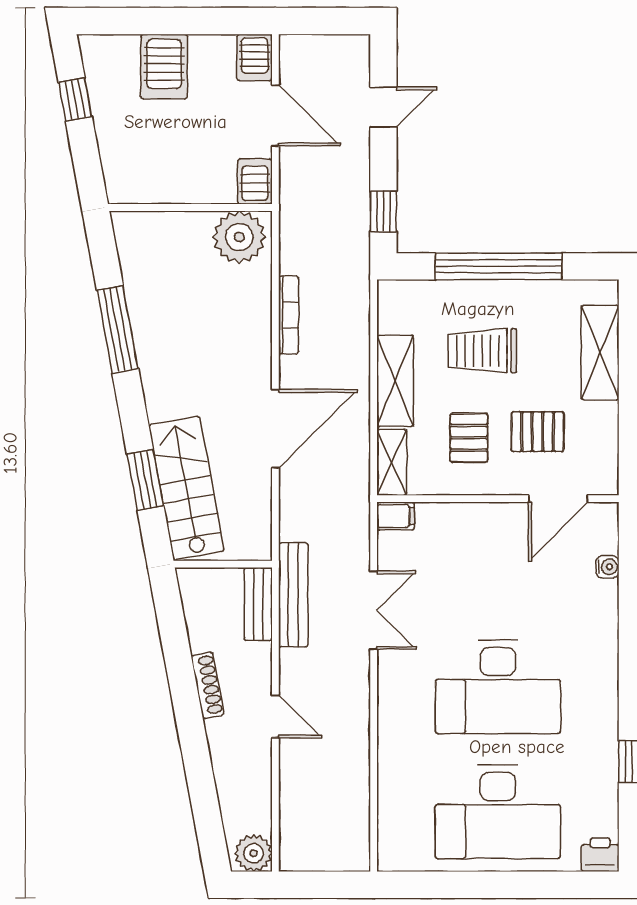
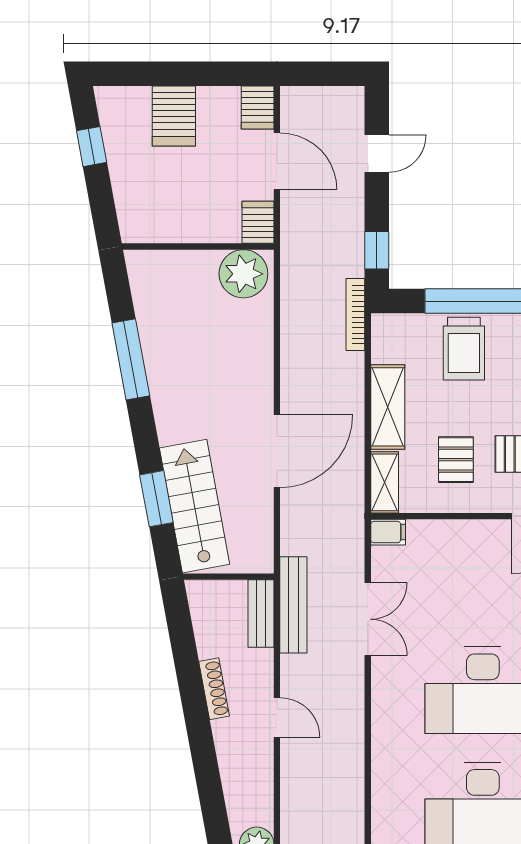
bookcase: (289, 315) -> (355, 315), moved, turned 180
trolley: (482, 351) -> (464, 349), moved, turned -90

